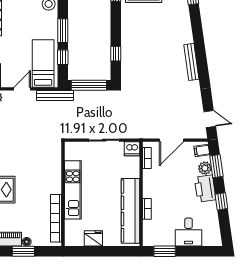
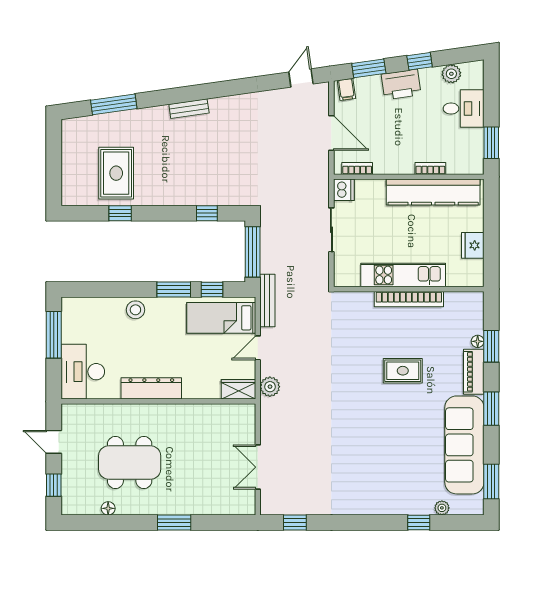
bench: (191, 62) -> (189, 109), moved, width x0.73
door: (22, 89) -> (258, 348), hinge flipped
plant: (205, 168) -> (451, 74), moved
bookcase: (56, 218) -> (409, 299), moved

